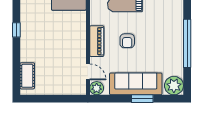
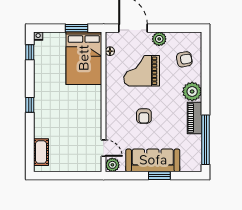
piano: (97, 41) -> (195, 118), moved, turned 180
window: (187, 43) -> (206, 140), moved
plant: (174, 86) -> (192, 92), moved

